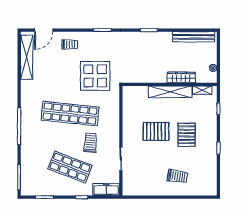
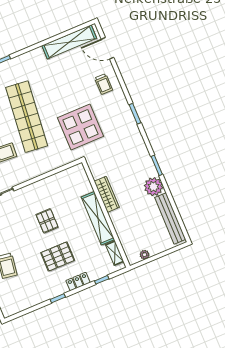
plant: (164, 39) -> (153, 187), added
wardrobe: (181, 77) -> (107, 194), moved
locker: (212, 127) -> (78, 282), added
pallet: (156, 131) -> (47, 221), width x0.67, depth x0.71

